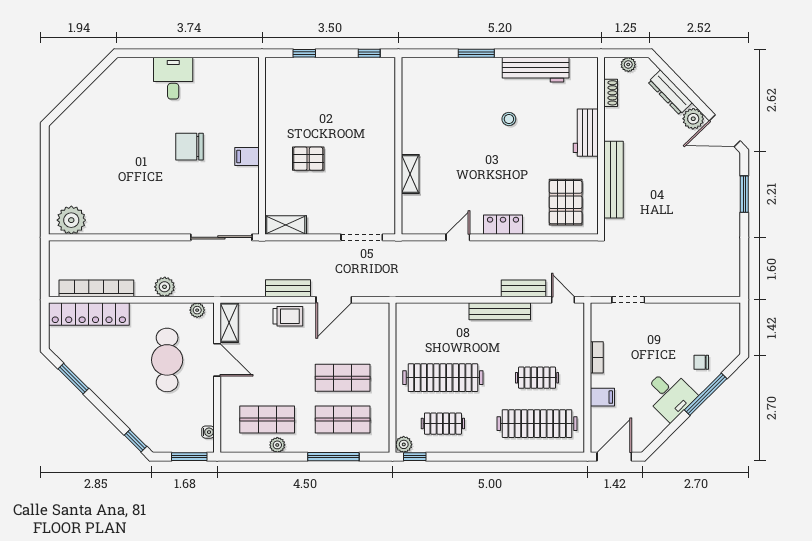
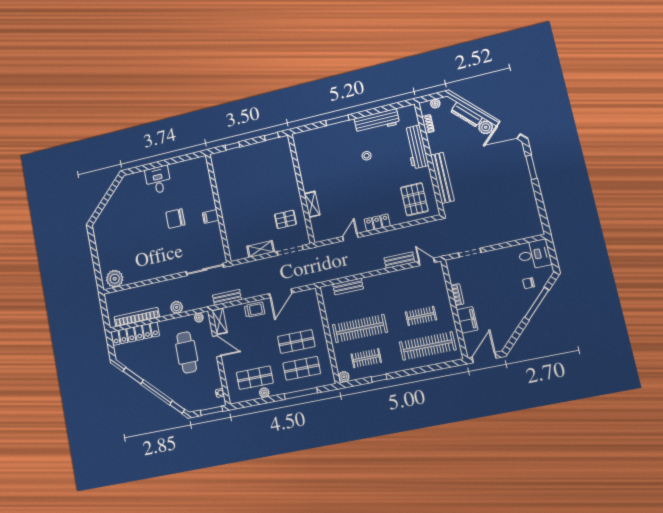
workbench: (586, 133) -> (416, 147), width x1.37
pallet: (308, 159) -> (285, 219), moved
shelving: (286, 225) -> (261, 249), moved
bench: (288, 288) -> (227, 297), moved
bench: (500, 311) -> (348, 286), moved, width x0.73
desk: (669, 395) -> (534, 254), moved, turned -45
filing cabinet: (602, 397) -> (467, 320), width x2.00
window: (415, 457) -> (379, 378), moved

